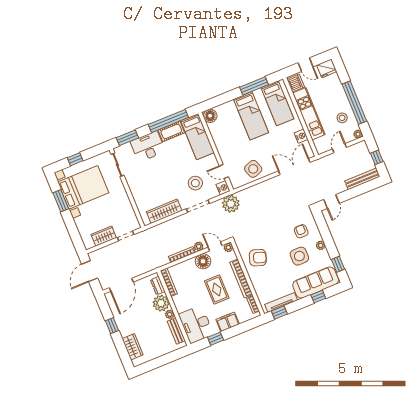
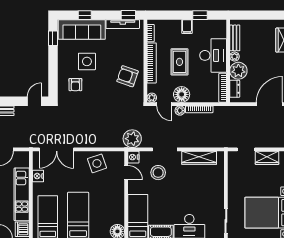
plant: (321, 245) -> (62, 63), removed
filing cabinet: (228, 322) -> (187, 27), width x0.50
desk: (196, 324) -> (213, 55), moved

